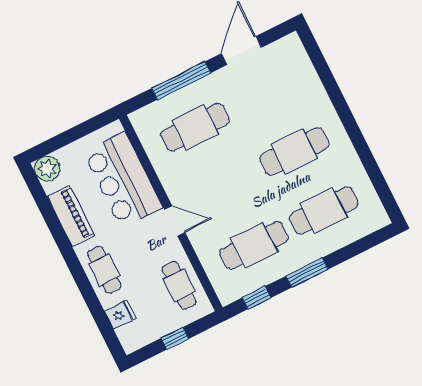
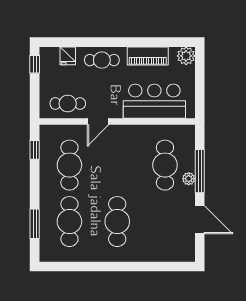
plant: (197, 90) -> (189, 179), added
door: (175, 221) -> (98, 122), moved
window: (307, 273) -> (35, 224), moved
window: (175, 338) -> (35, 64), moved

